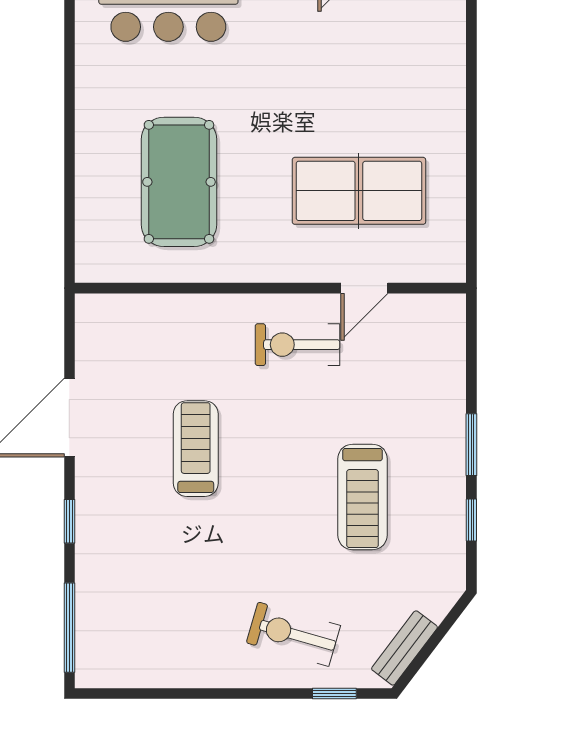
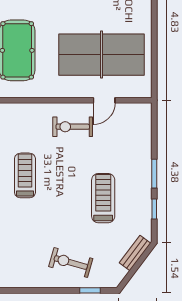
table tennis table: (359, 191) -> (102, 55), width x1.36, depth x1.32
treadmill: (363, 497) -> (103, 198), turned 180
bench: (404, 648) -> (135, 253), moved

